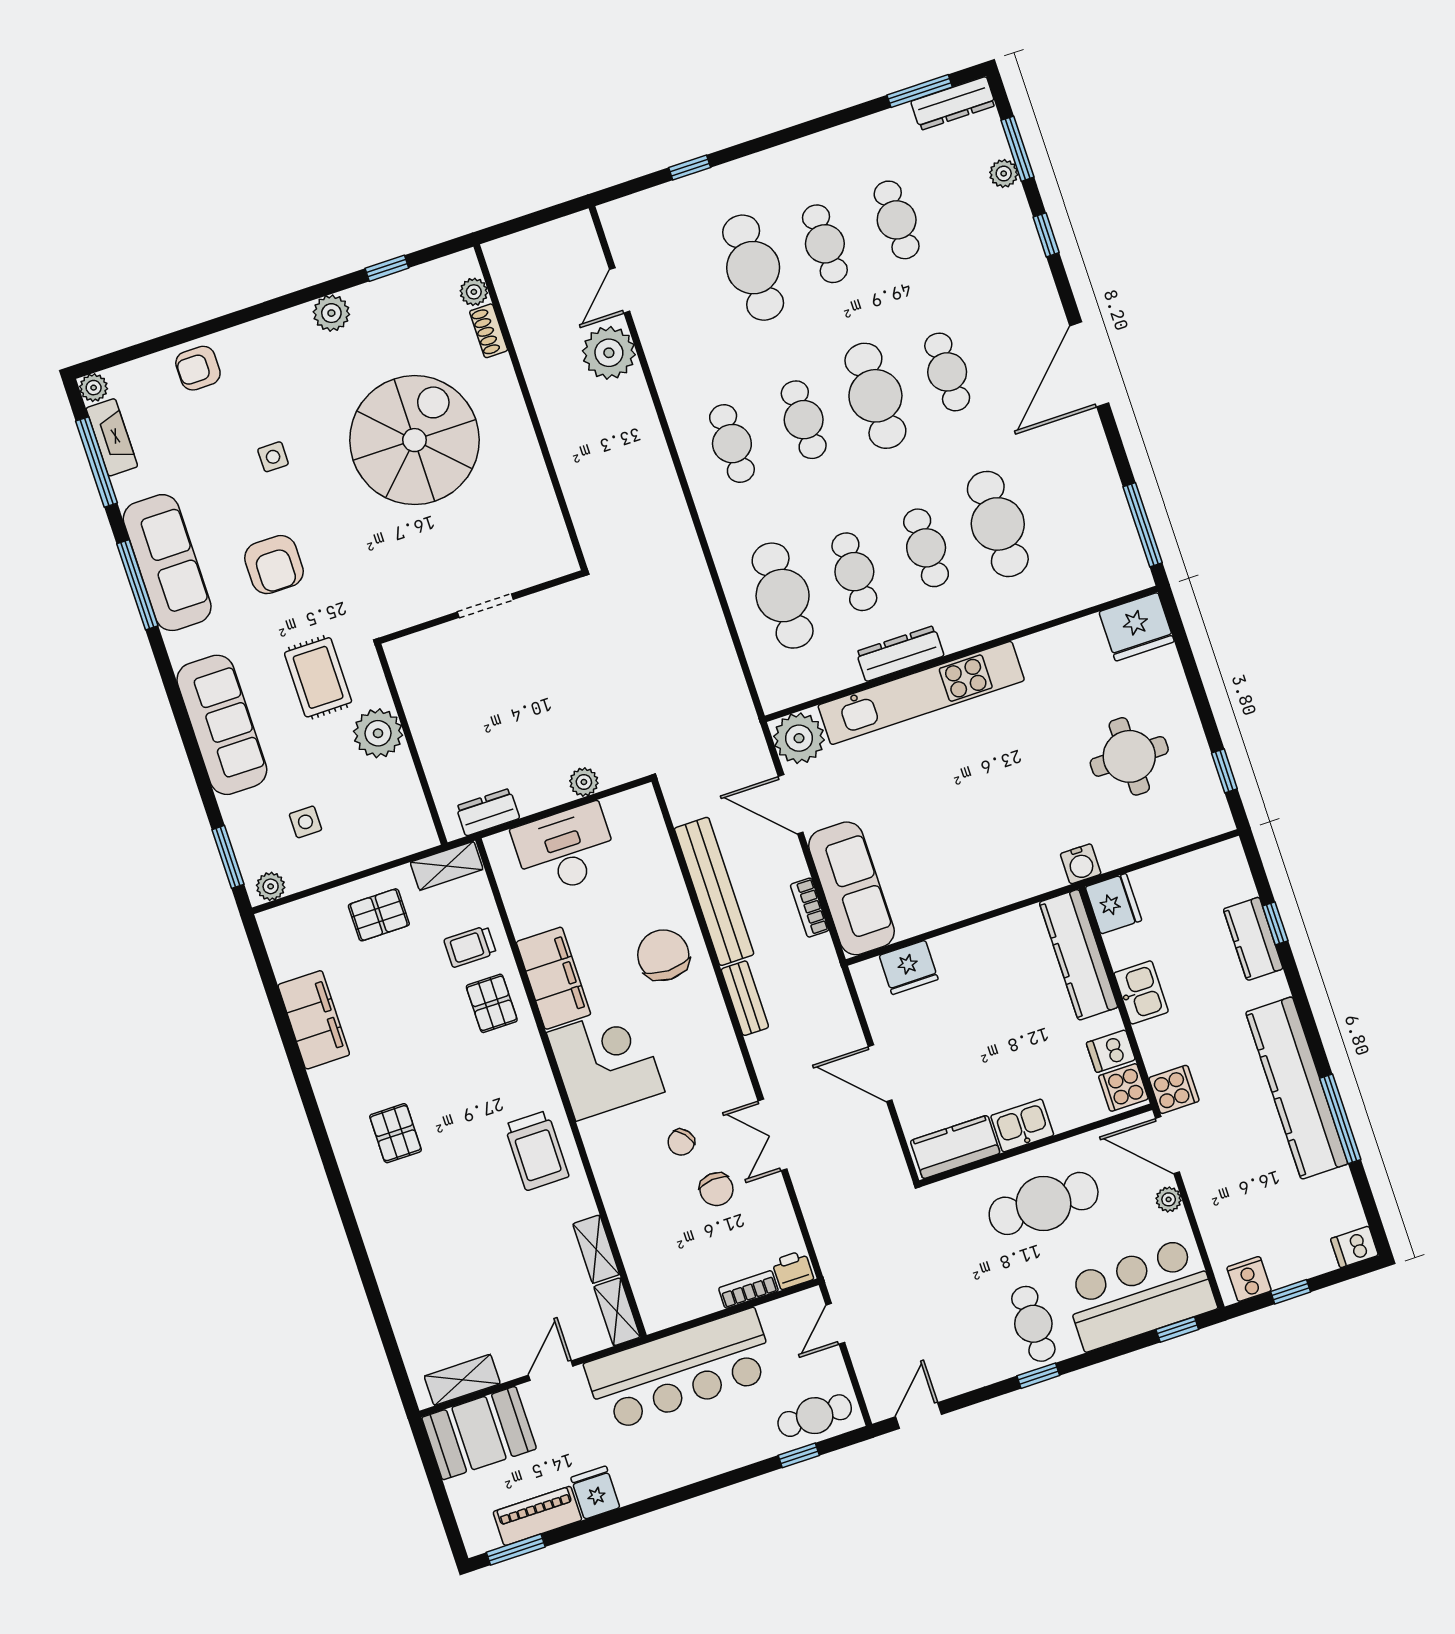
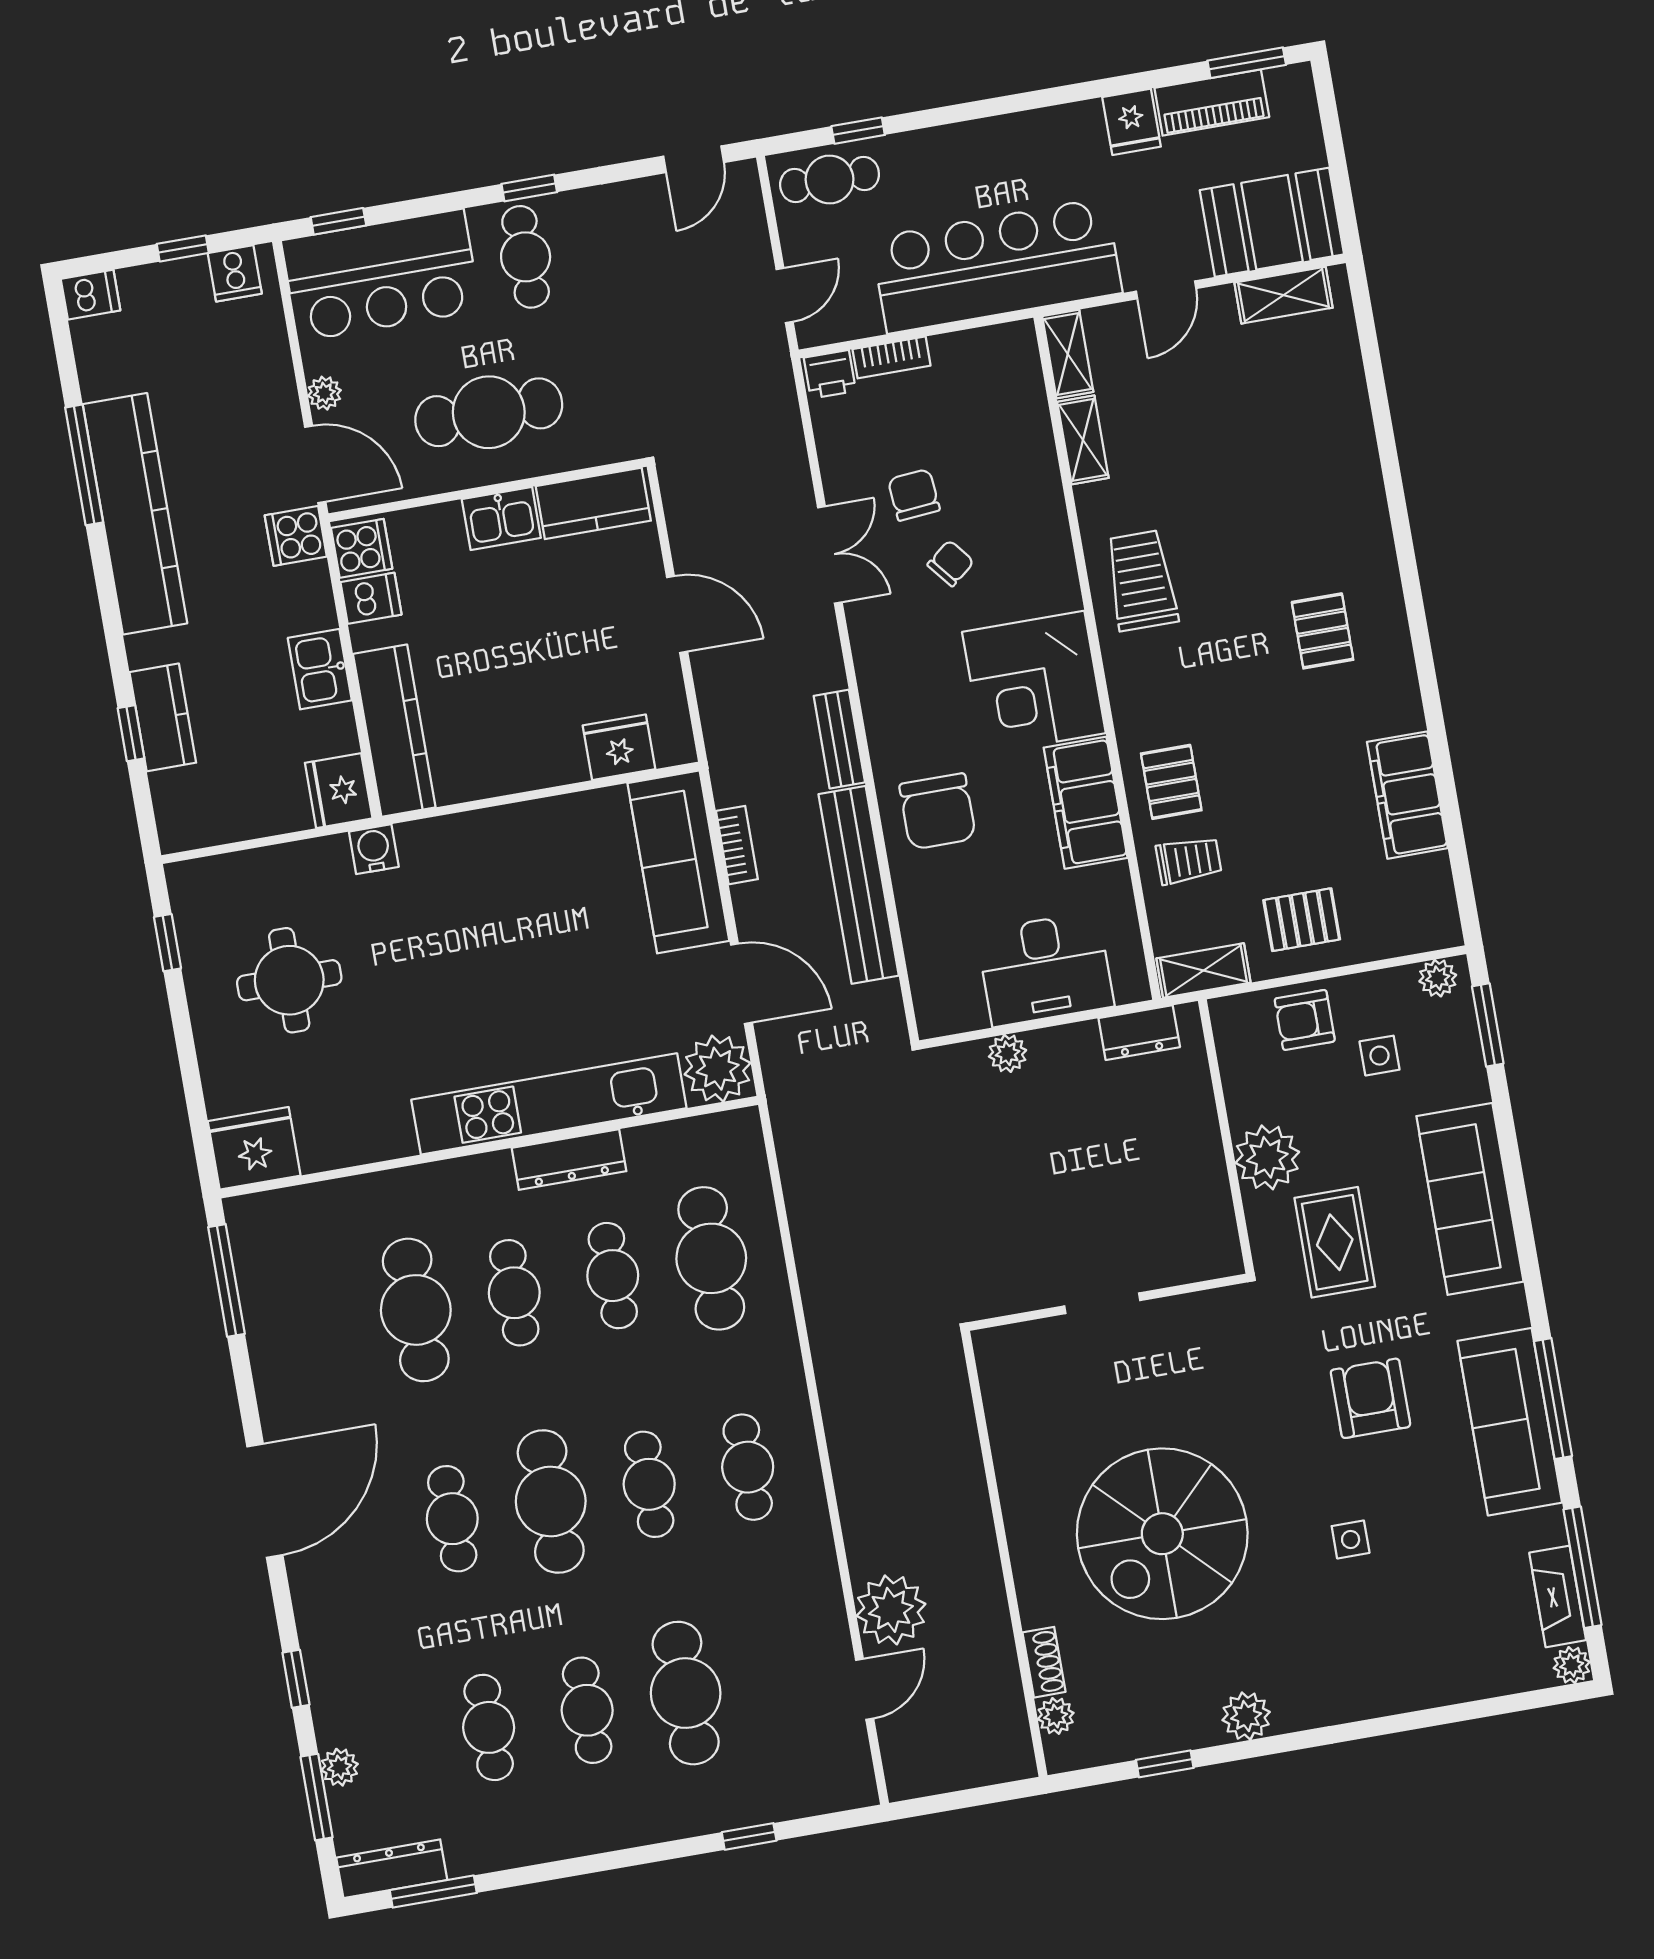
armchair: (198, 368) -> (1305, 1020), moved, turned 180

